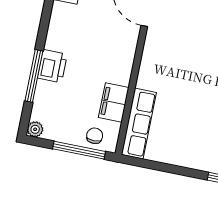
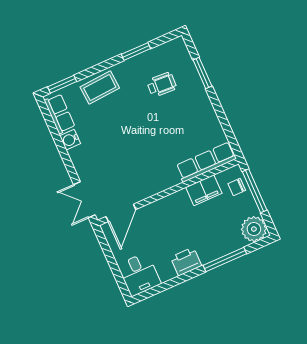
printer: (52, 66) -> (186, 262), moved
plant: (35, 129) -> (254, 229), width x1.88, depth x1.88

